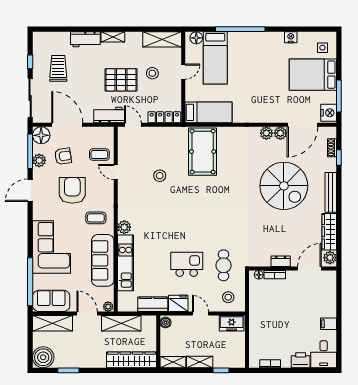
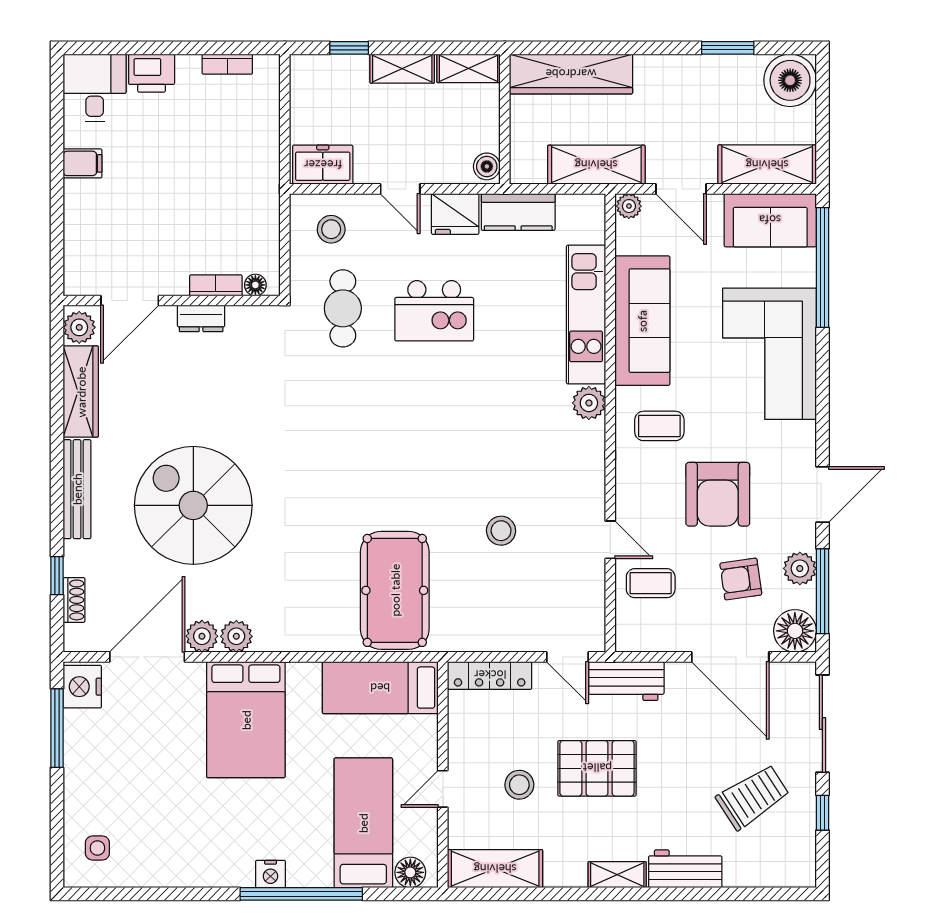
nightstand: (291, 37) -> (270, 874), moved
trolley: (58, 68) -> (753, 797), turned -123
bed: (313, 75) -> (246, 720), moved, turned 90

